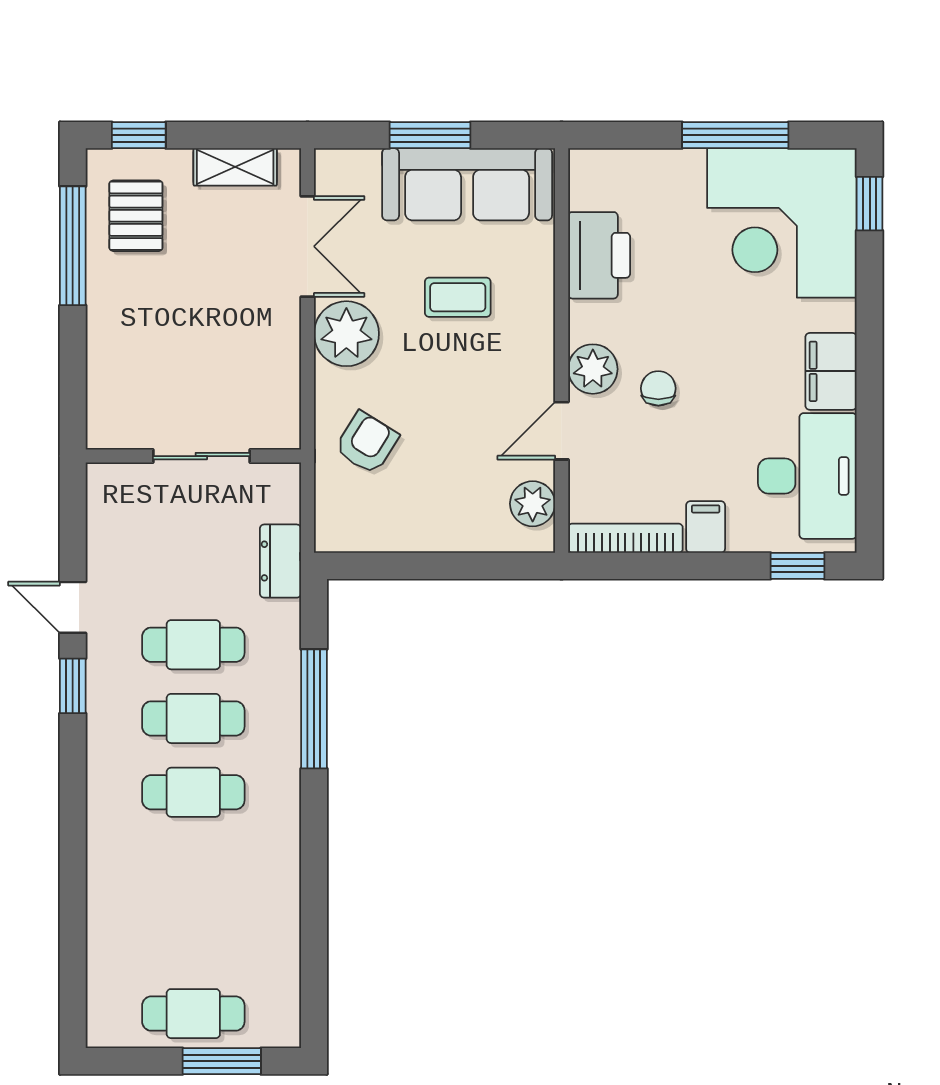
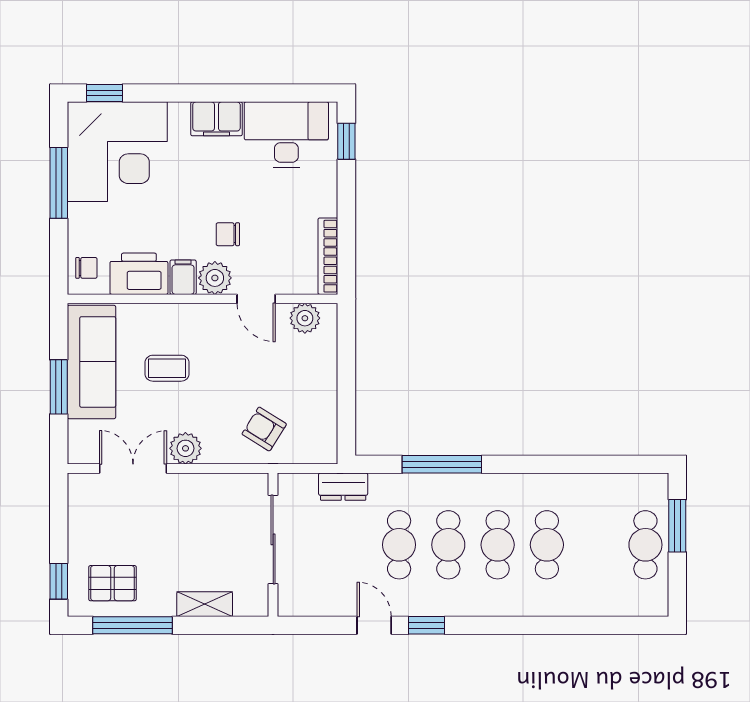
shelving: (235, 167) -> (205, 604), moved, turned 90
chair: (608, 177) -> (86, 268), added
coffee table: (458, 297) -> (167, 368), turned 90
plant: (346, 334) -> (185, 448), width x0.73, depth x0.73
sliding door: (201, 456) -> (273, 539), width x1.37
filing cabinet: (706, 527) -> (183, 277), moved, turned 90
door: (73, 607) -> (374, 625), swing flipped
cafe table: (193, 866) -> (547, 545), added

